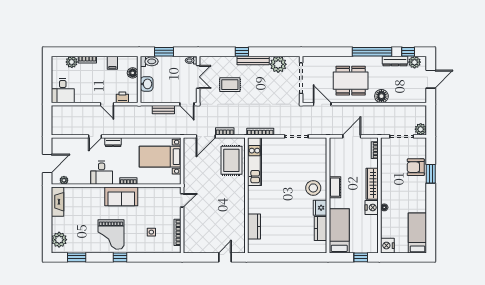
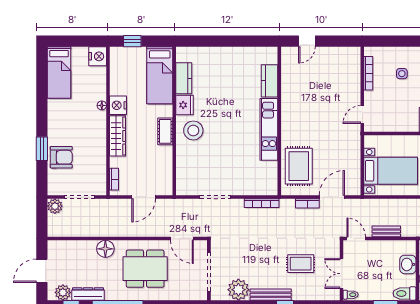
kitchen unit: (255, 162) -> (269, 129), moved

